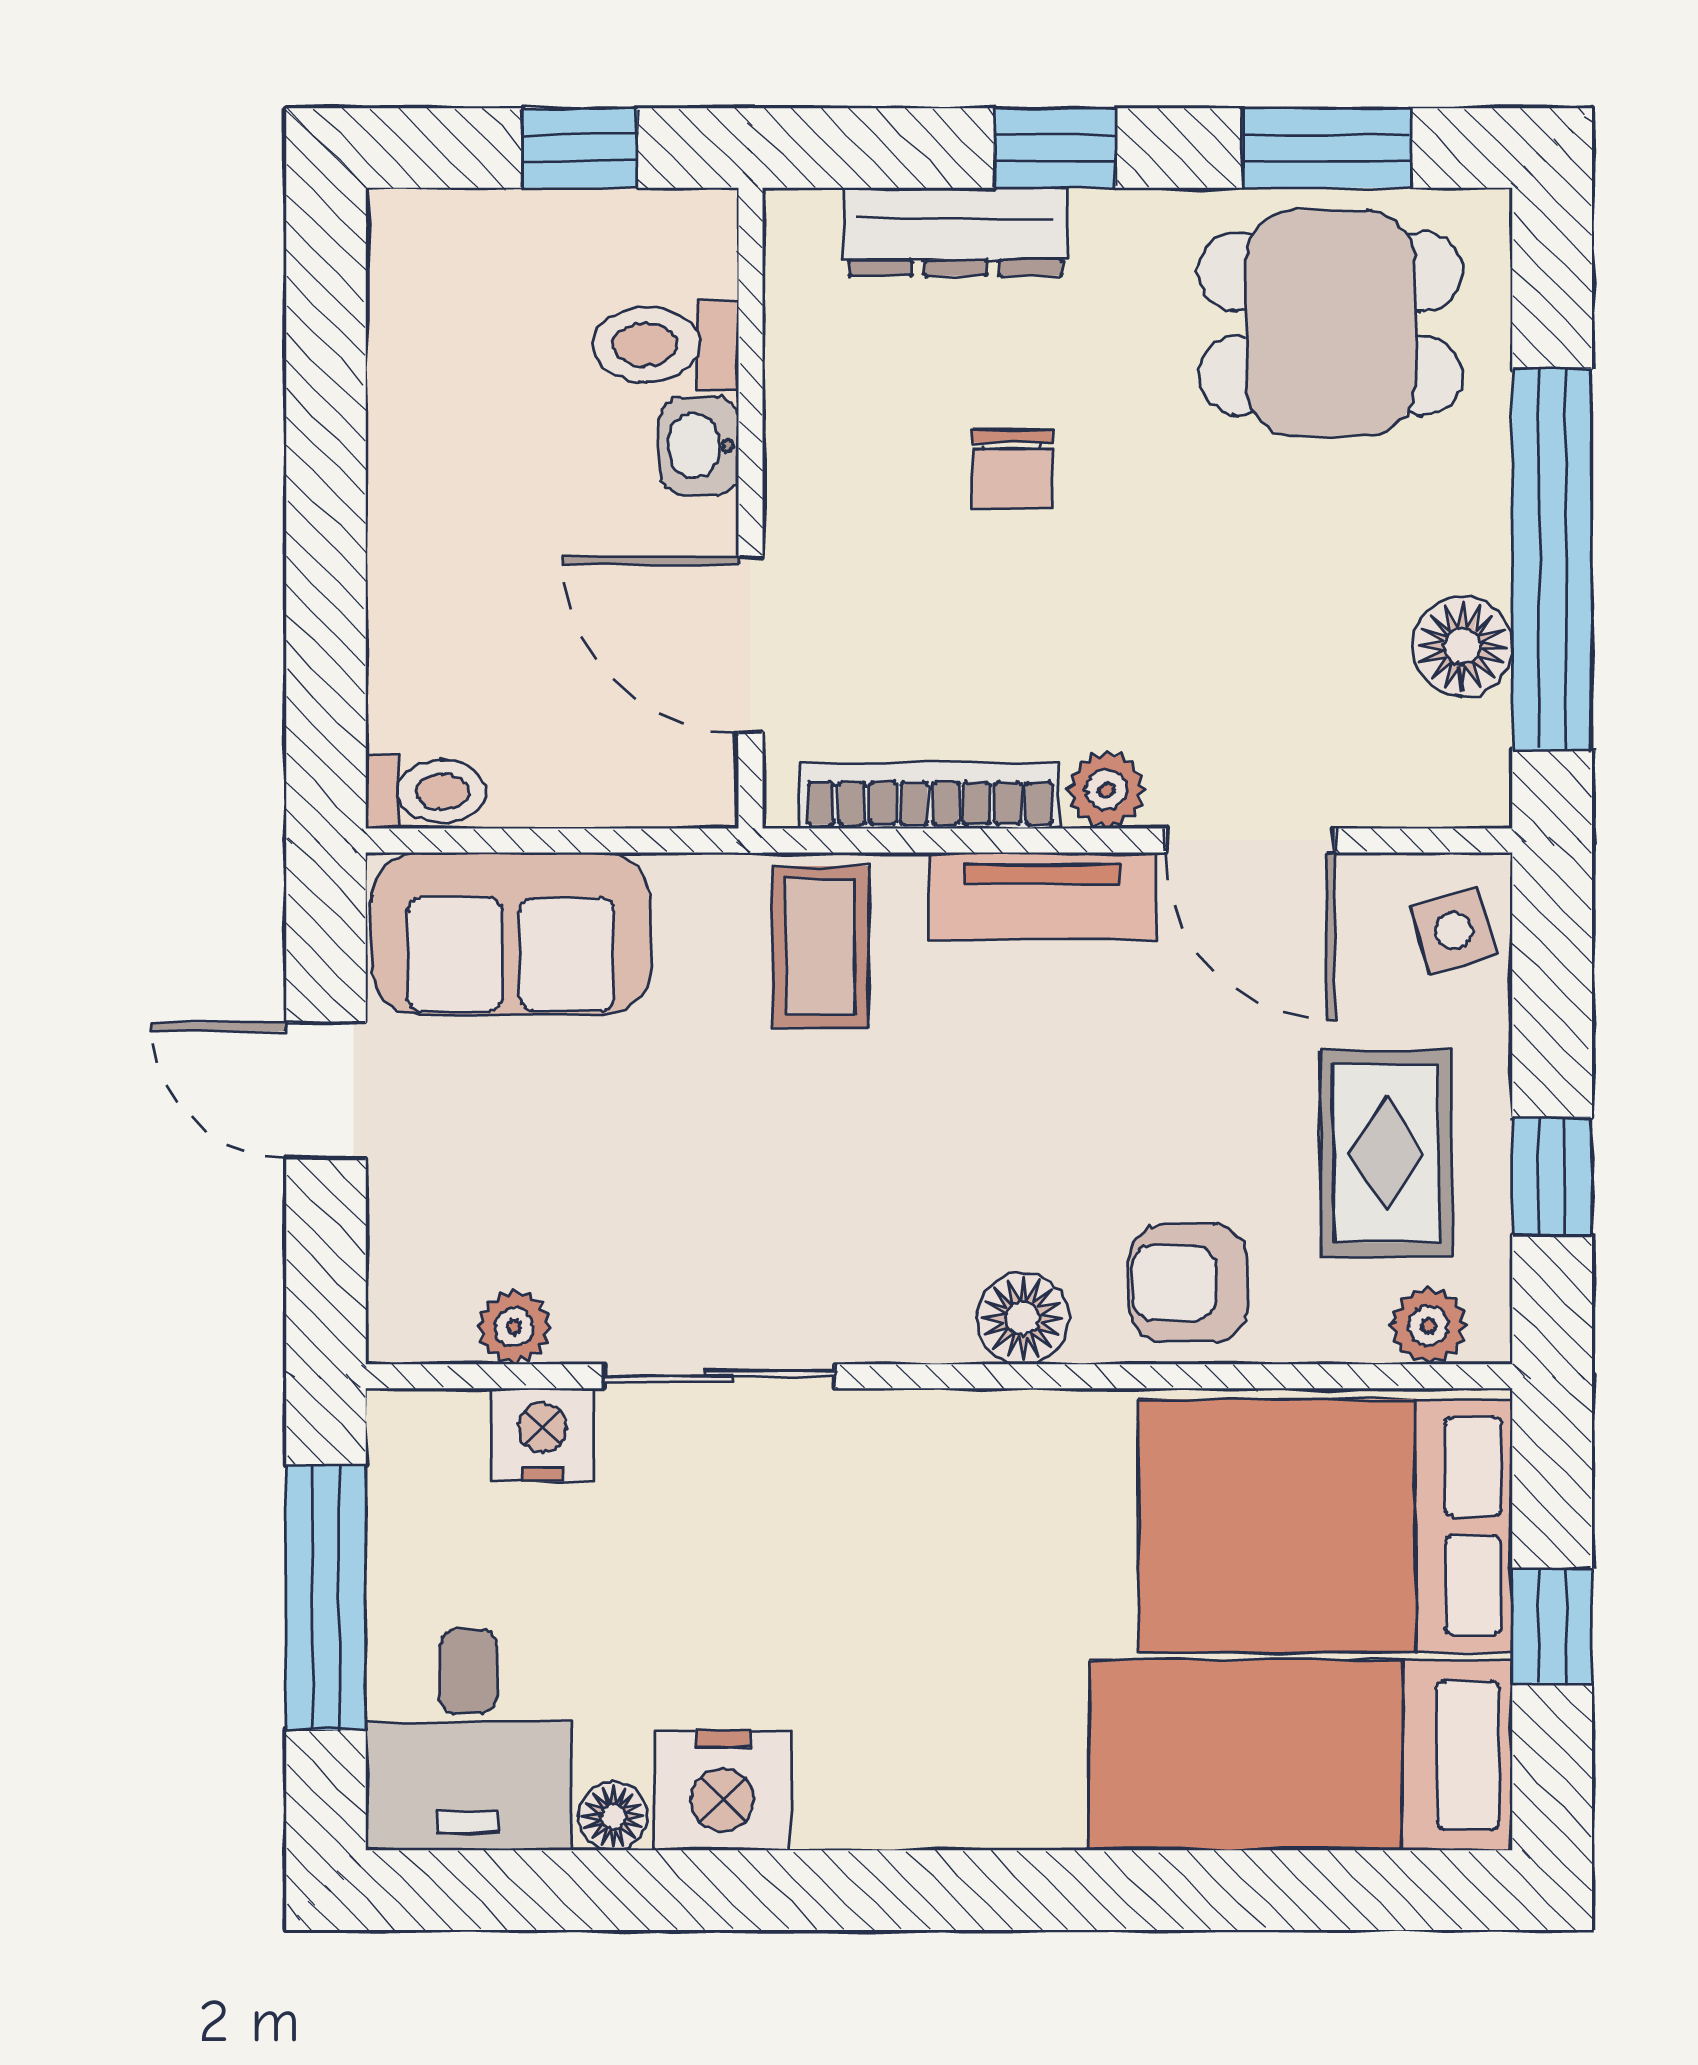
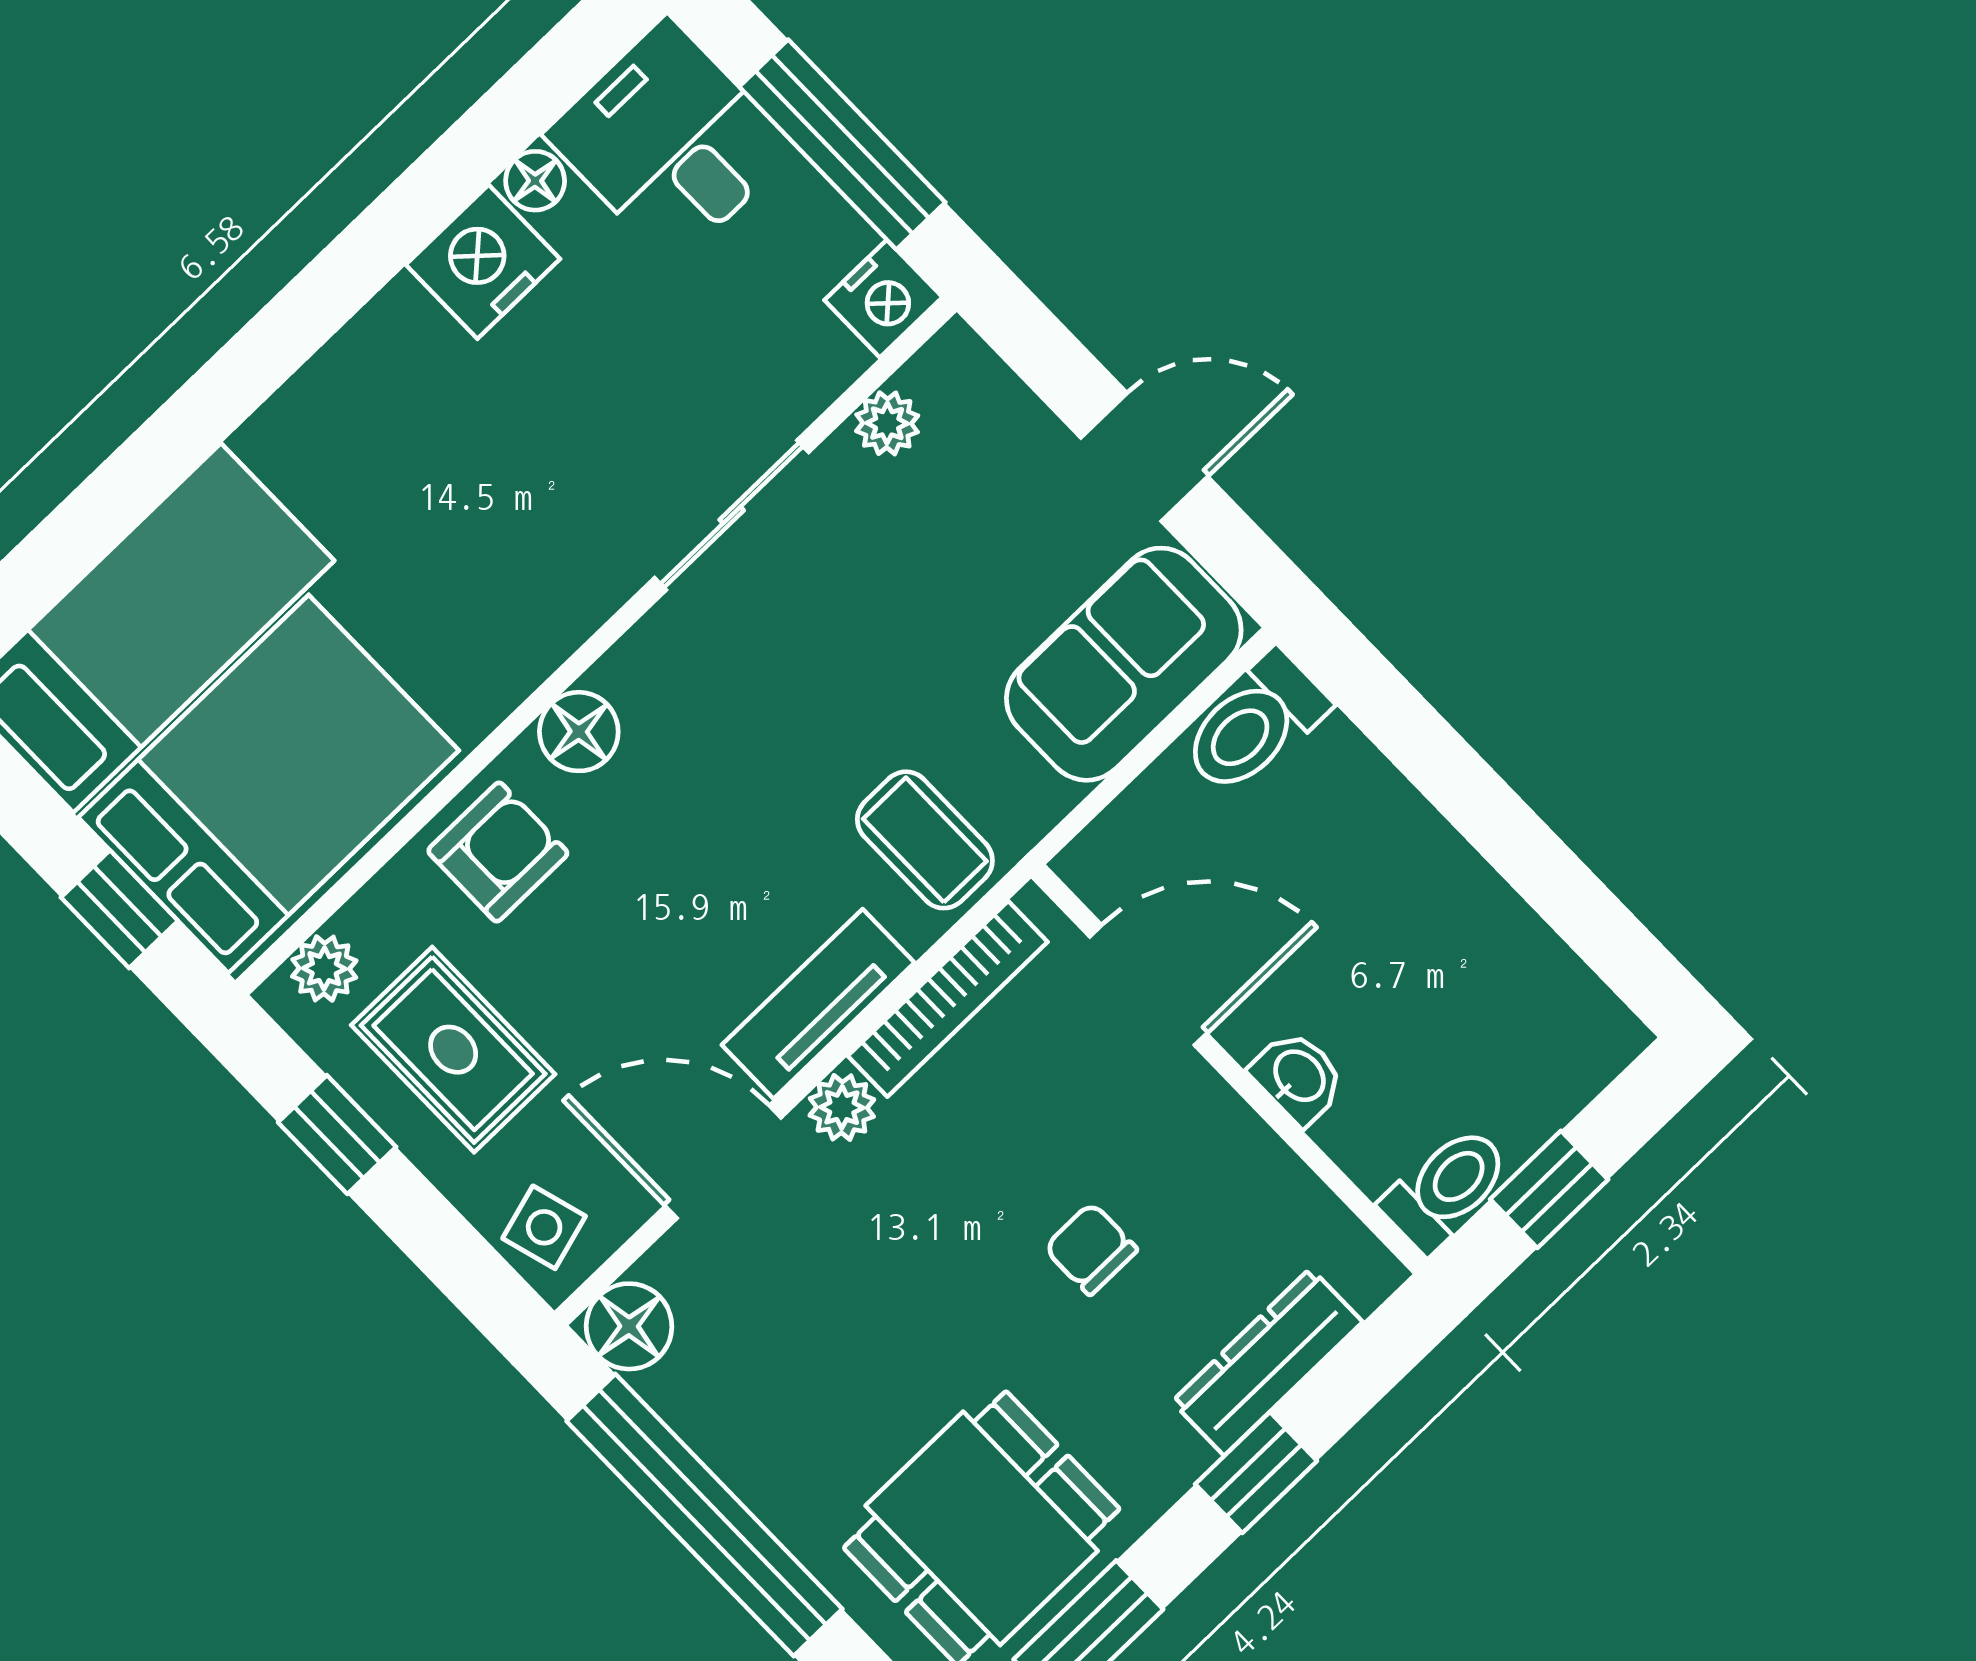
toilet: (665, 345) -> (1446, 1189), moved
floor lamp: (1463, 646) -> (629, 1326), moved
toilet: (426, 792) -> (1254, 723), width x1.37, depth x1.39
nightstand: (542, 1435) -> (883, 299), moved
window: (1552, 1626) -> (119, 909), moved

